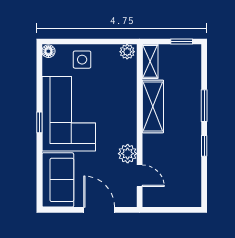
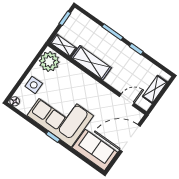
plant: (127, 52) -> (49, 62), width x1.88, depth x1.88
plant: (128, 154) -> (109, 98), removed
shelving: (174, 199) -> (155, 89), added
door: (99, 210) -> (130, 138), width x1.36

